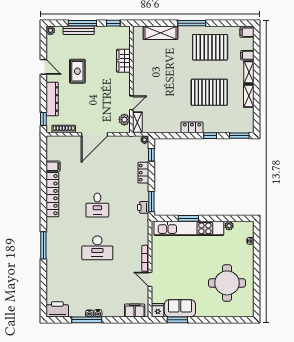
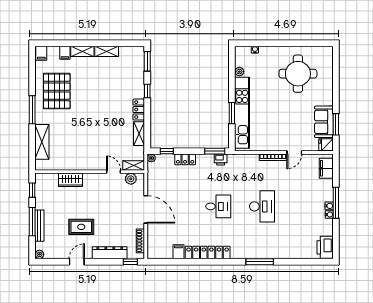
pallet: (209, 92) -> (103, 92), removed
shelving: (168, 128) -> (139, 134), added
window: (87, 320) -> (336, 203), moved

